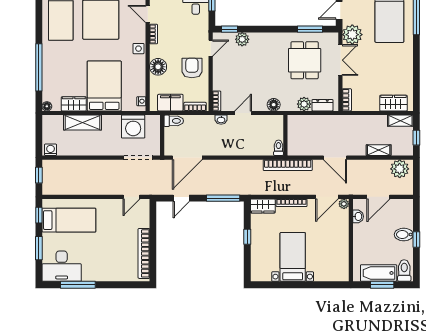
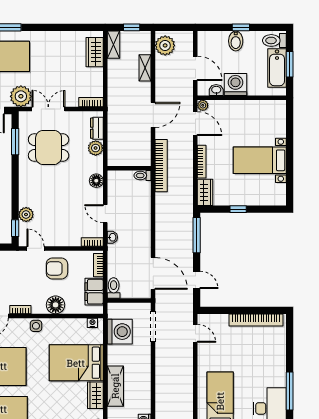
washing machine: (363, 234) -> (235, 85), added

